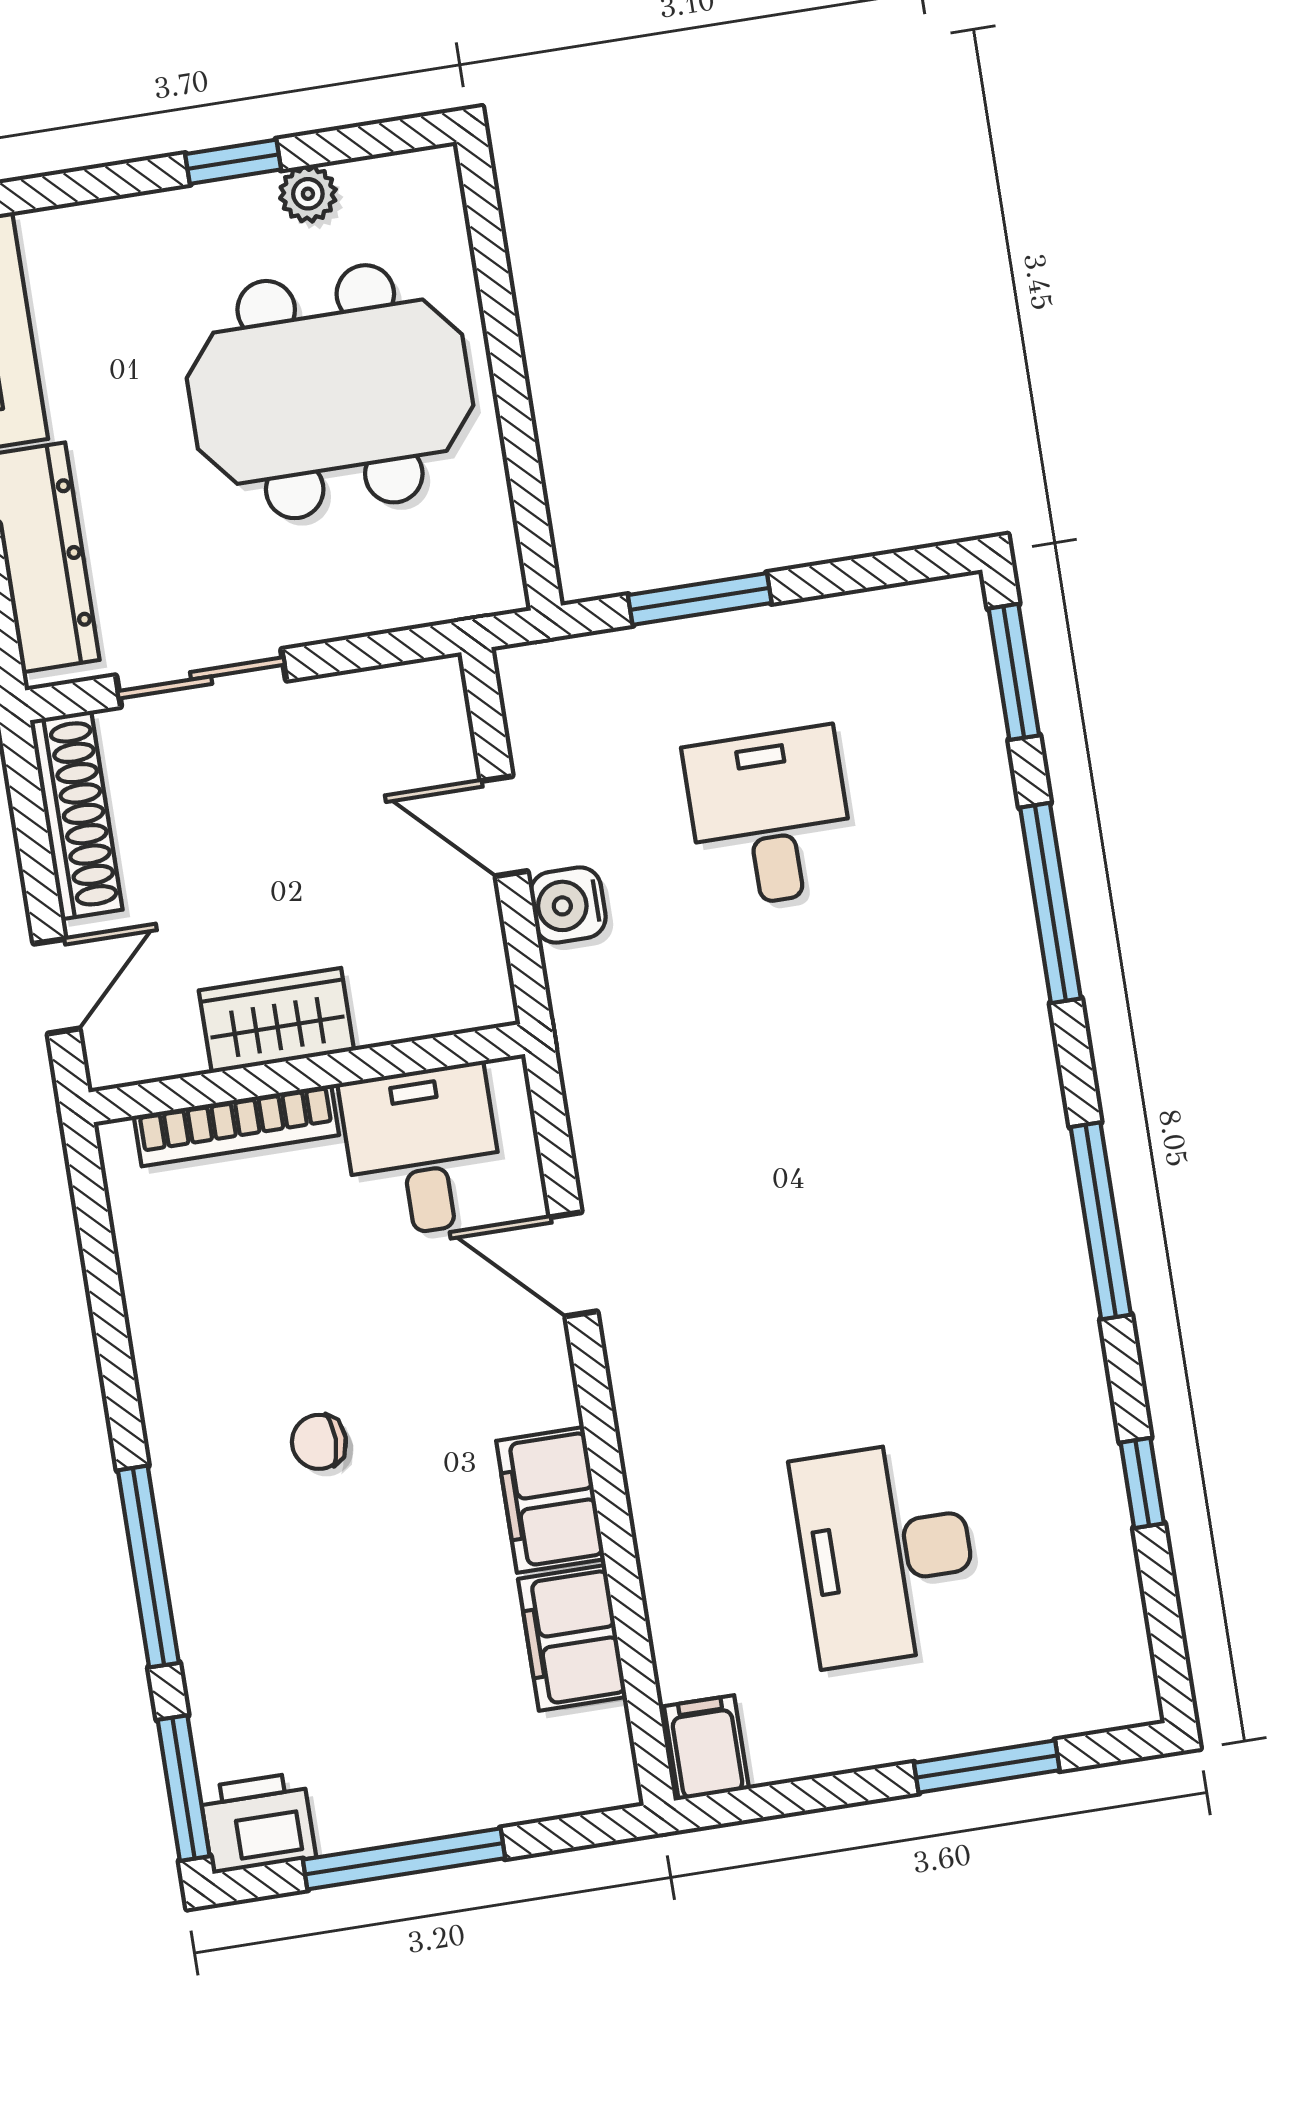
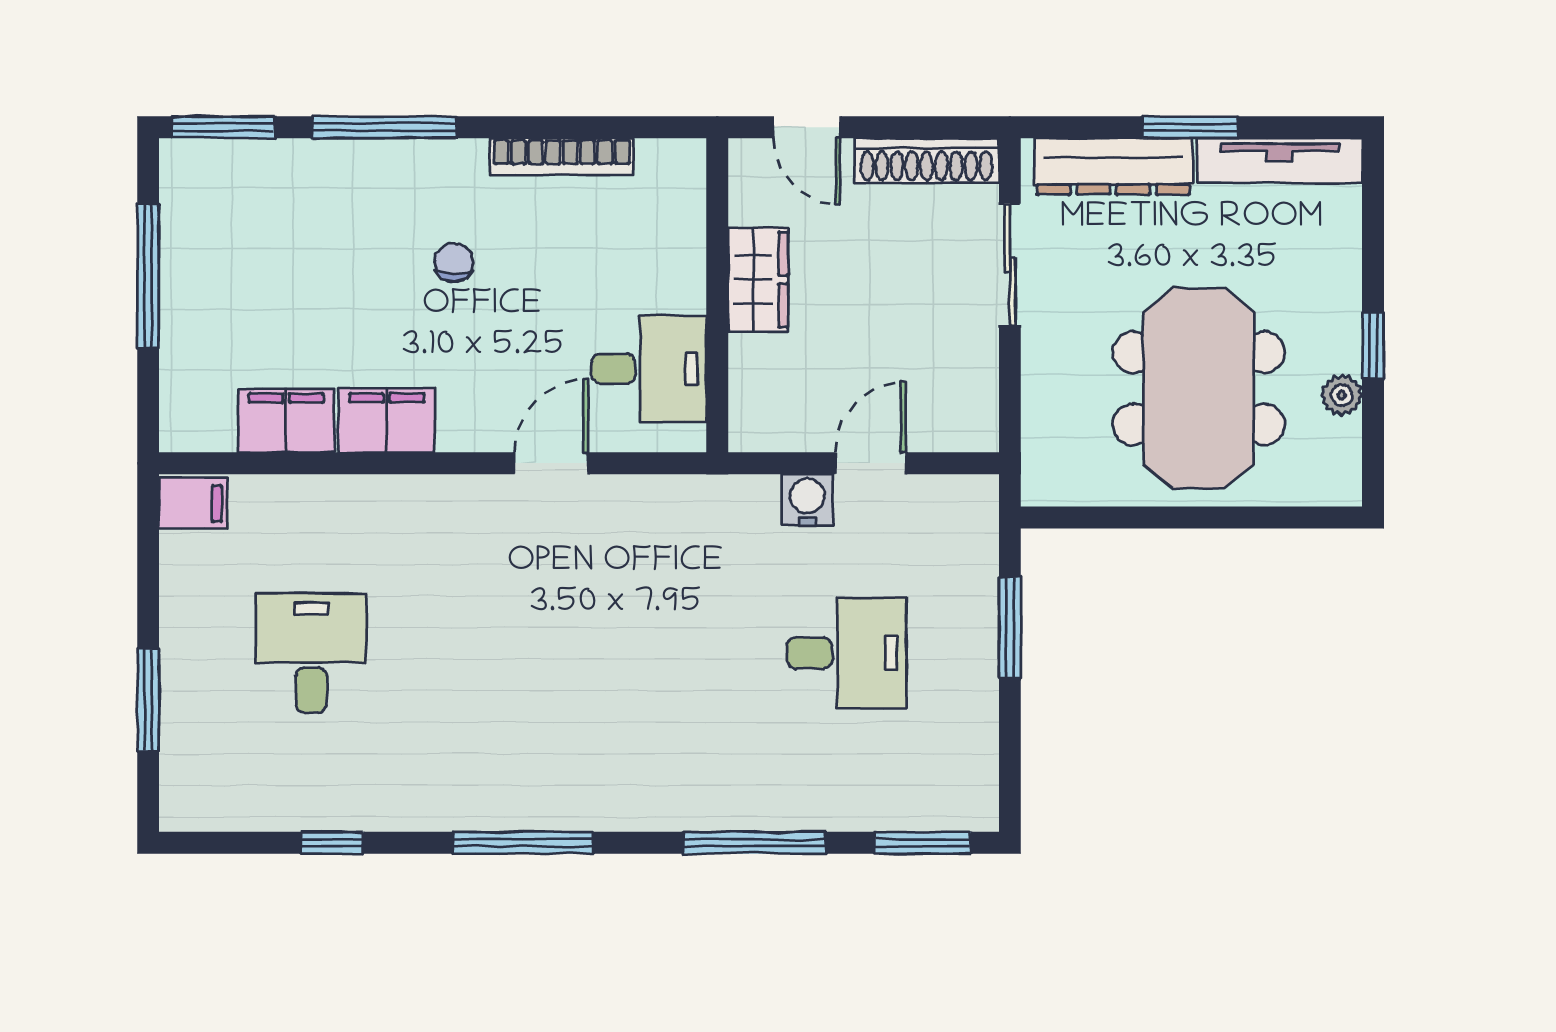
bookcase: (236, 1125) -> (562, 156), moved, turned -90
desk: (886, 1553) -> (311, 653), width x0.73
printer: (258, 1823) -> (190, 176), removed

